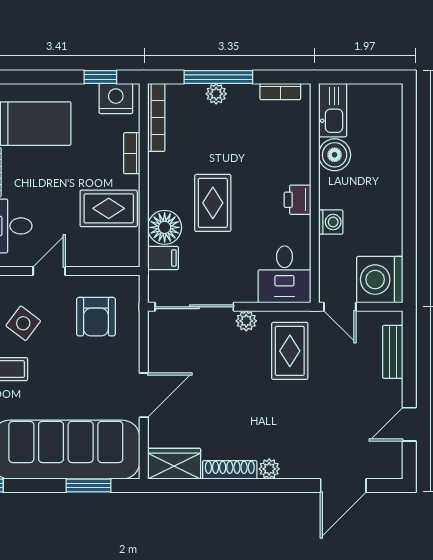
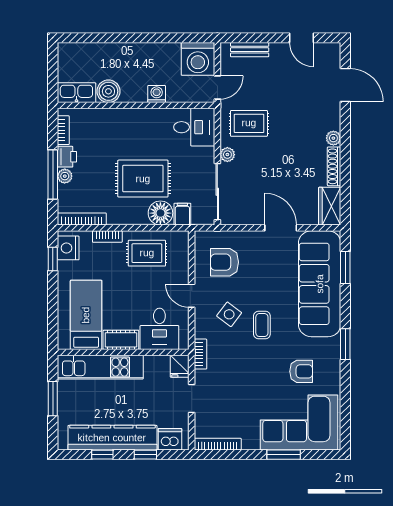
printer: (298, 200) -> (67, 157), moved, turned -90
rug: (213, 203) -> (143, 179), width x1.36, depth x1.43
rug: (109, 208) -> (147, 253), turned 90
armchair: (96, 317) -> (224, 262), turned 180

